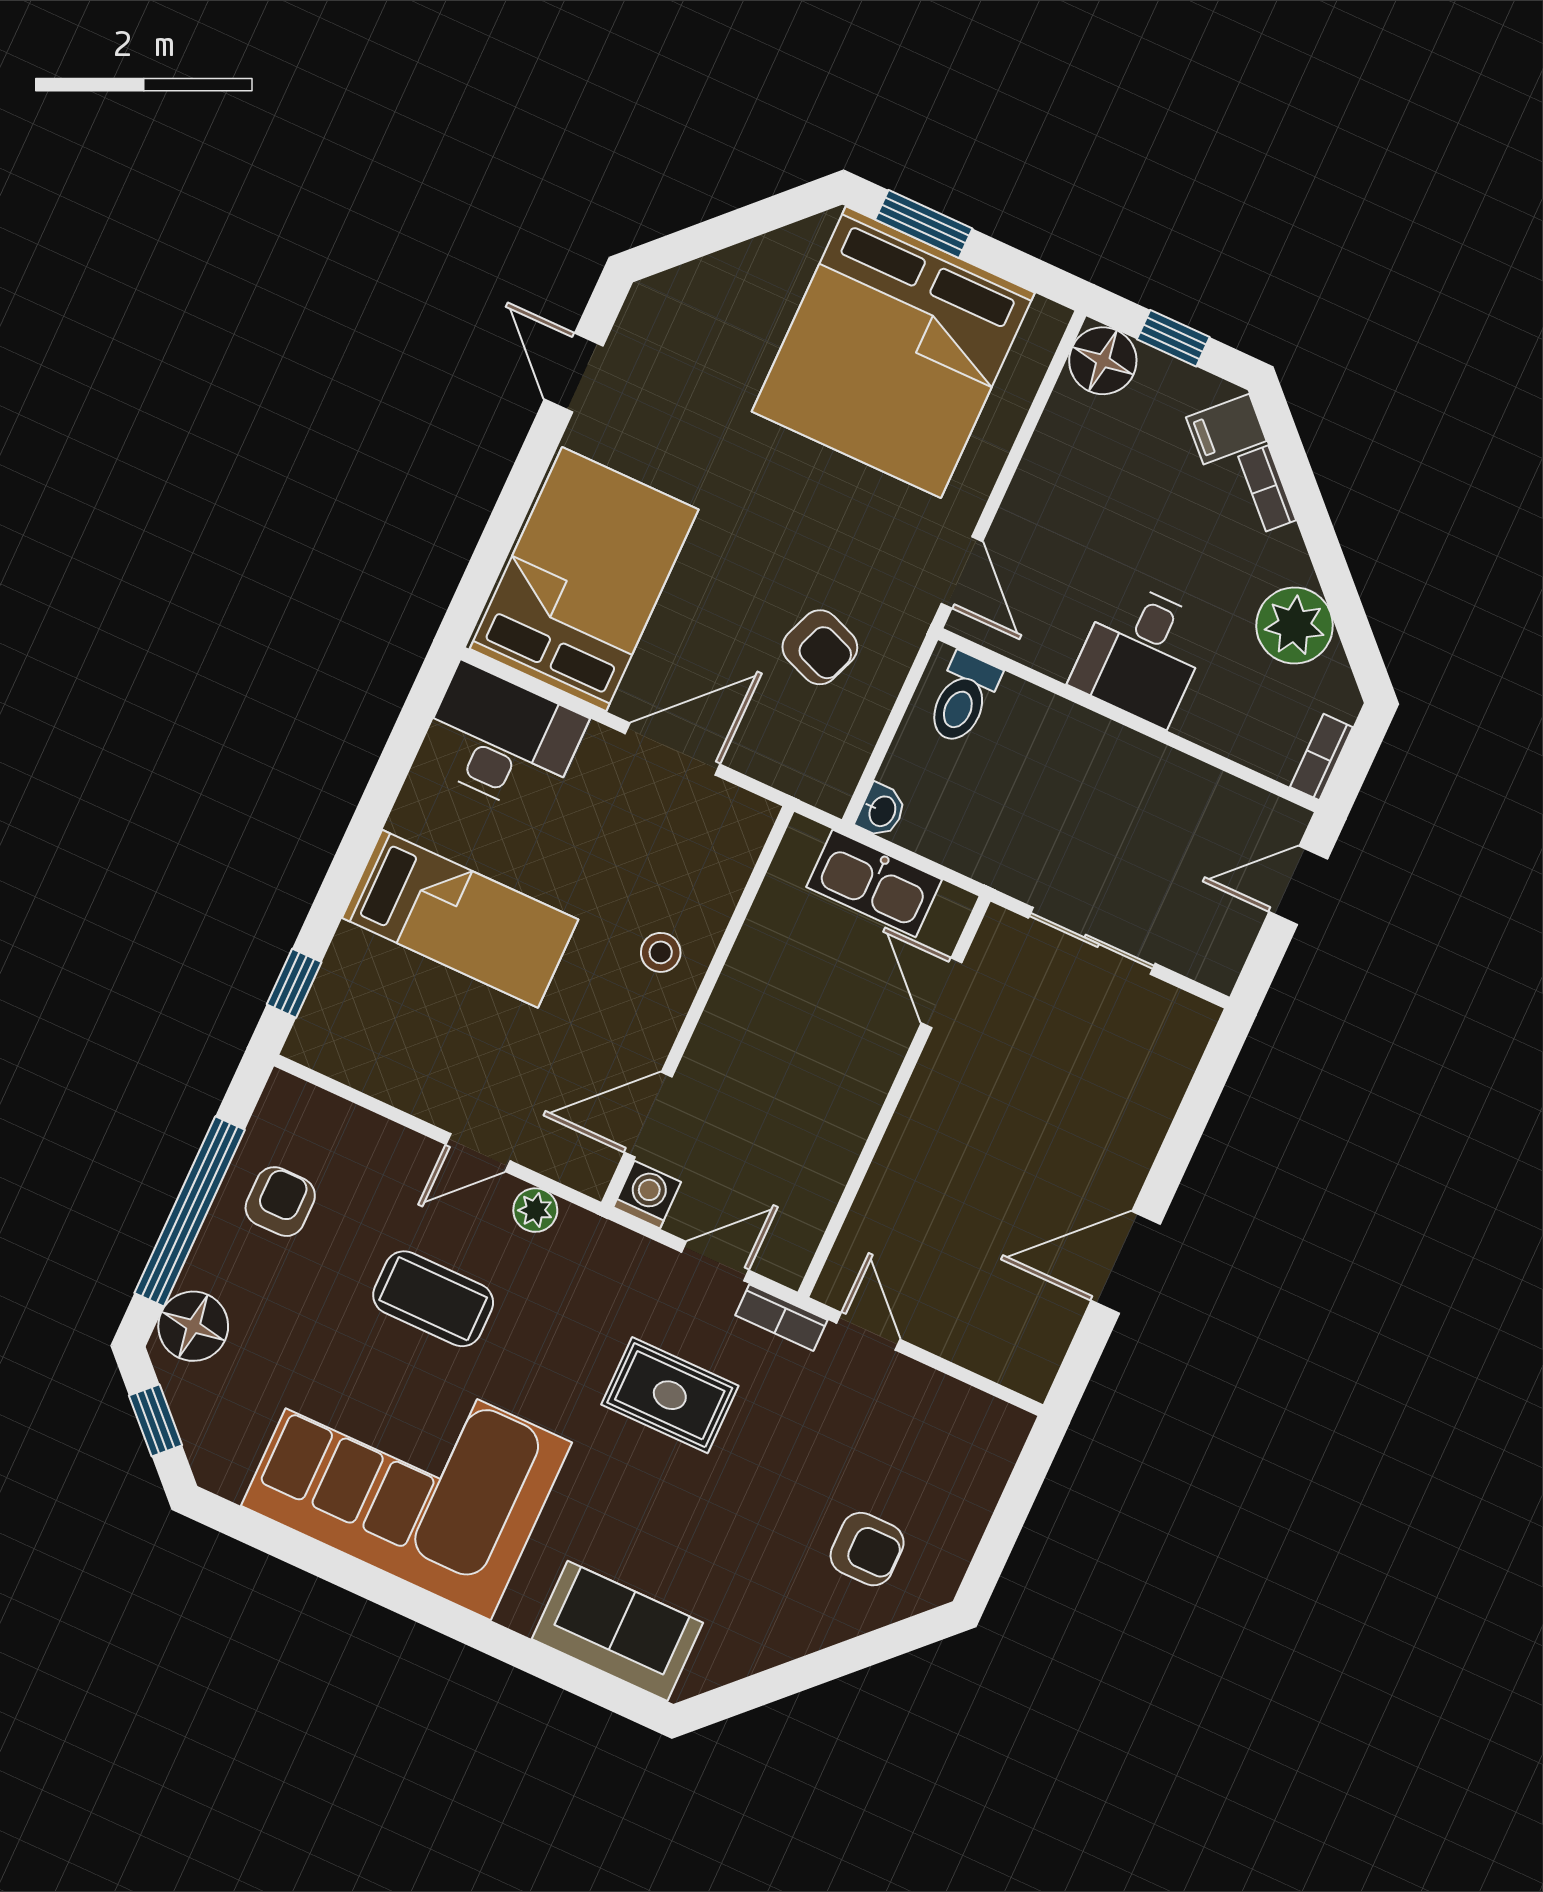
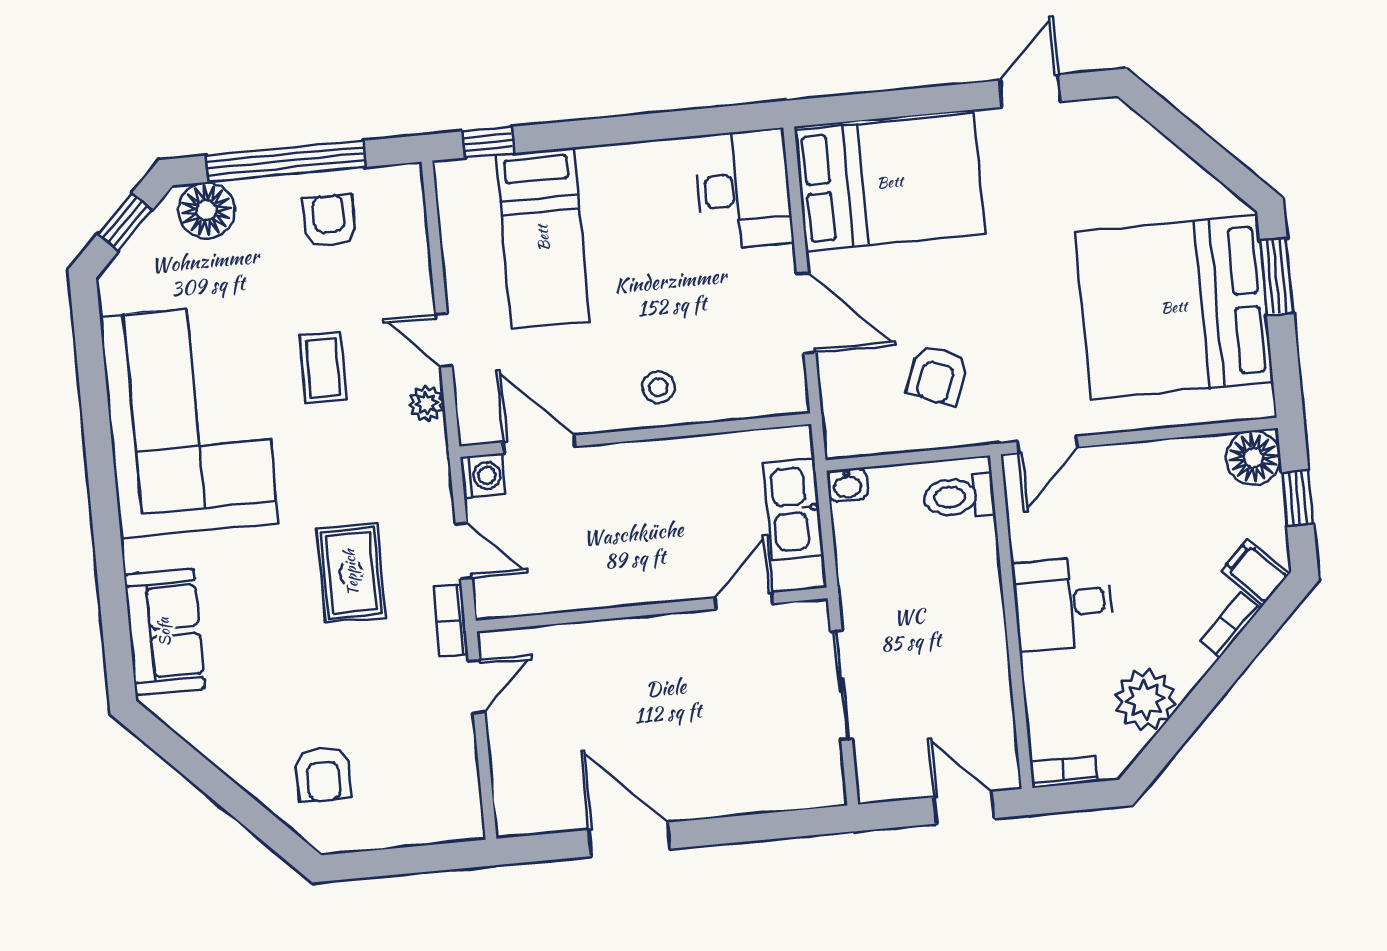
bed: (460, 919) -> (543, 238), moved
armchair: (280, 1202) -> (329, 221), turned -90
coffee table: (433, 1299) -> (323, 368), width x0.73, depth x0.77

